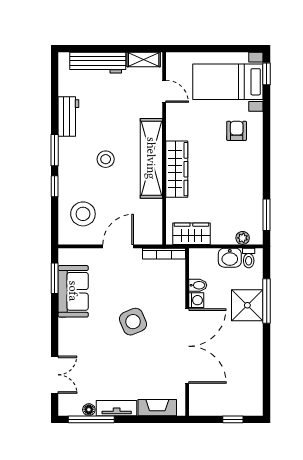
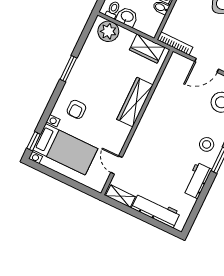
shelving: (151, 158) -> (150, 119), removed
stool: (106, 159) -> (207, 144), moved
window: (267, 215) -> (68, 69), moved
plant: (243, 238) -> (108, 31), width x1.88, depth x1.88

